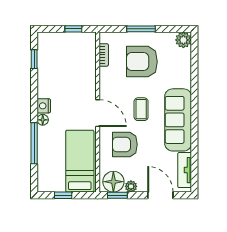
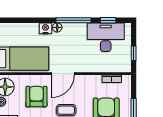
desk: (54, 62) -> (106, 37), added
nightstand: (44, 106) -> (46, 28), moved
window: (34, 143) -> (74, 20), moved

